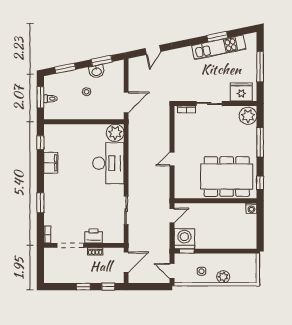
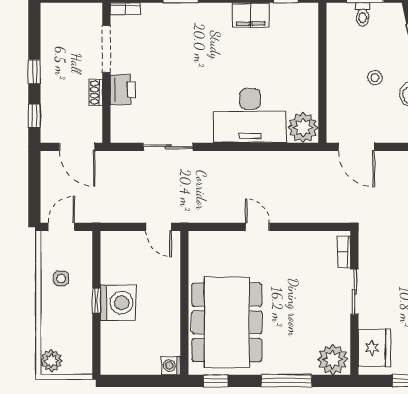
washing machine: (184, 239) -> (118, 303), moved
window: (187, 251) -> (96, 301), moved
plant: (223, 277) -> (51, 361), moved

